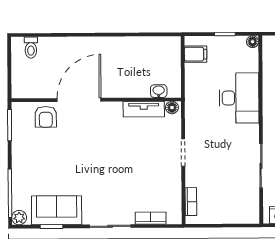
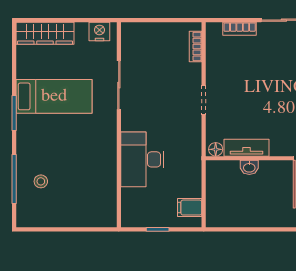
floor lamp: (253, 42) -> (127, 221), removed
washbasin: (159, 91) -> (249, 167), moved

